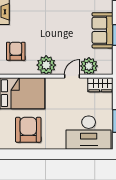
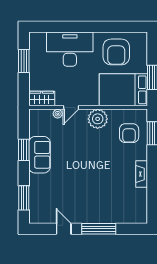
plant: (89, 66) -> (58, 114), width x0.53, depth x0.53
desk: (89, 133) -> (70, 49), moved

